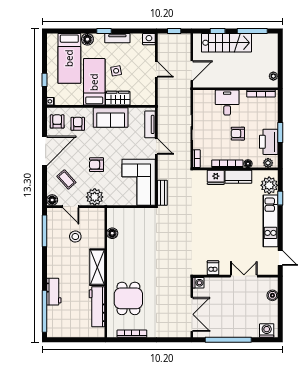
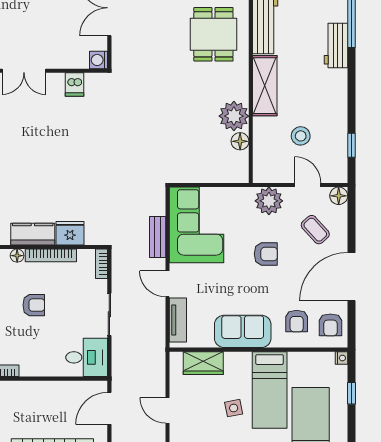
wardrobe: (118, 98) -> (203, 363), moved
desk: (227, 103) -> (87, 357), moved, turned -90
bench: (162, 193) -> (158, 237), moved
window: (44, 231) -> (351, 145), width x0.46
plant: (116, 249) -> (234, 116), added

